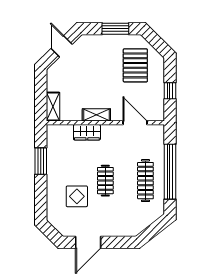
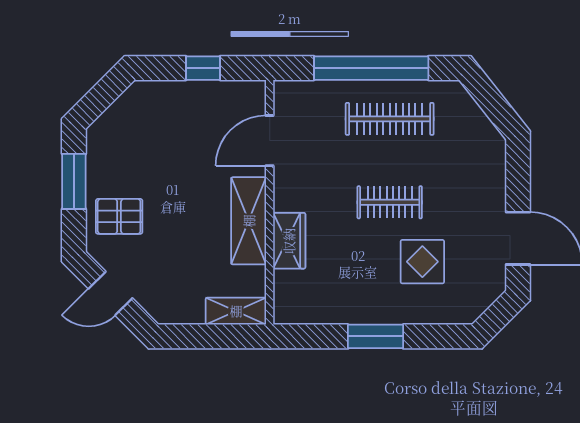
pallet: (135, 65) -> (119, 216), moved, width x0.67, depth x0.71
shelving: (96, 115) -> (249, 221), width x1.50, depth x1.33
window: (41, 161) -> (376, 336), moved

